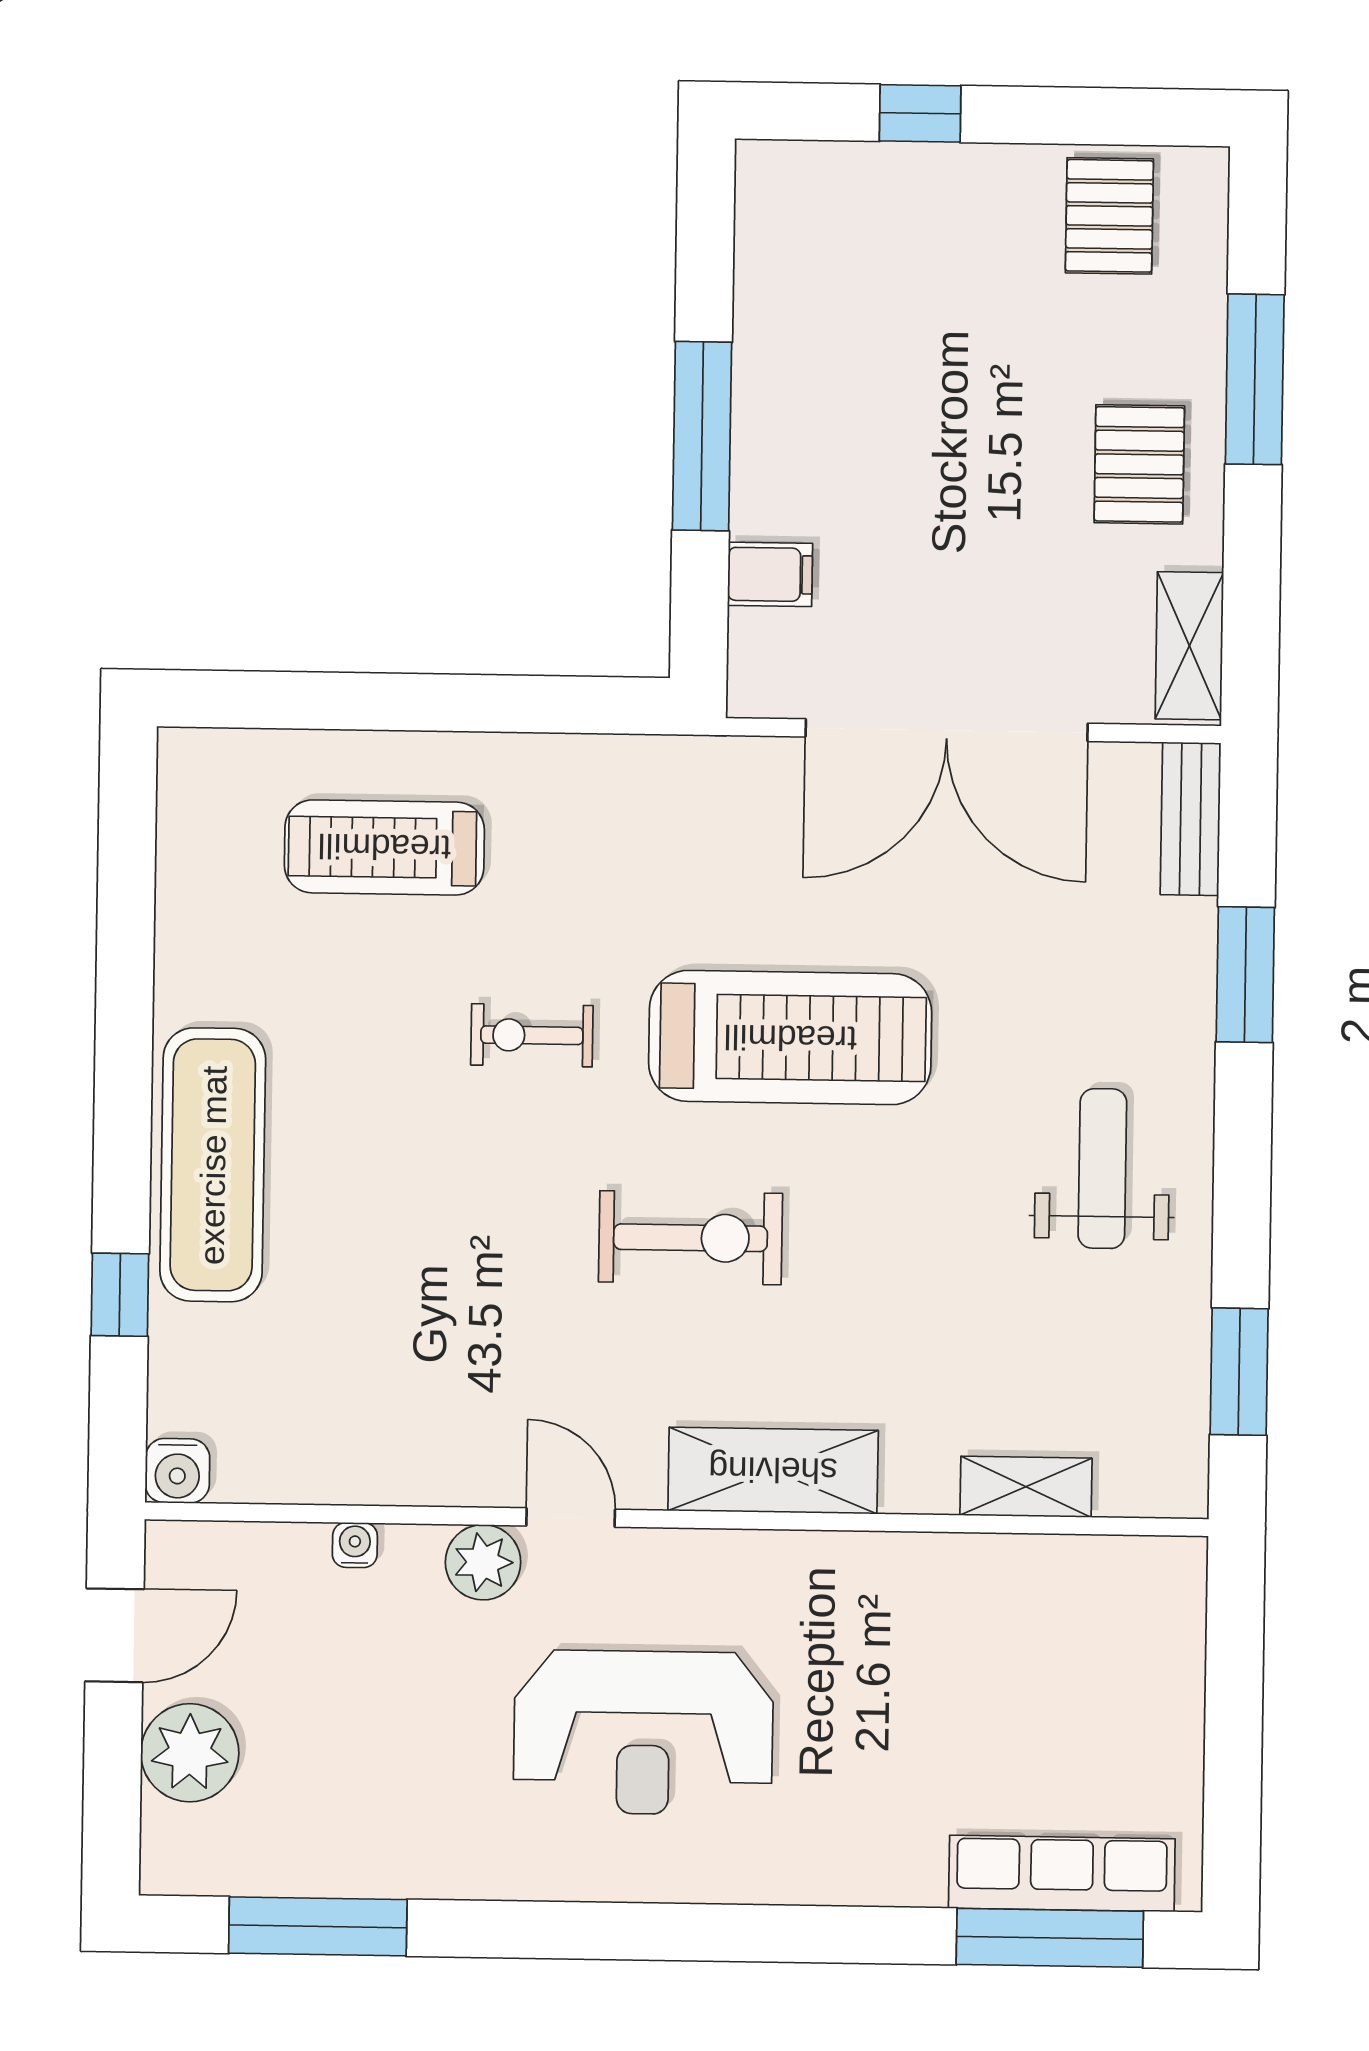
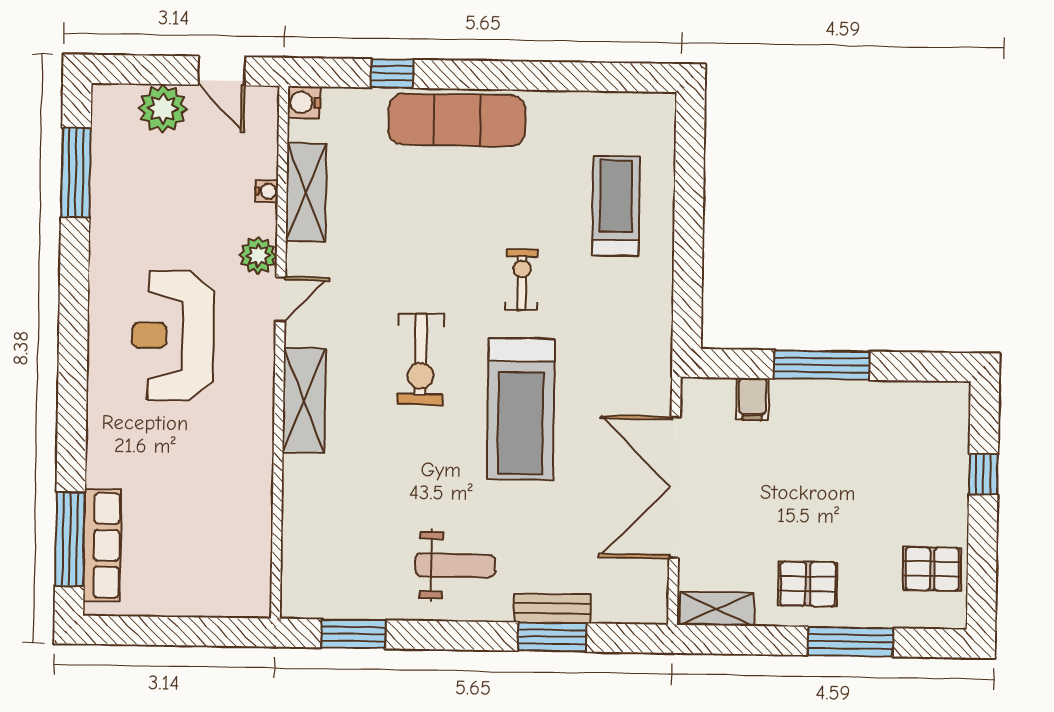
bench: (1191, 819) -> (552, 608), moved
shelving: (1026, 1487) -> (306, 192), moved, width x1.50, depth x1.33

